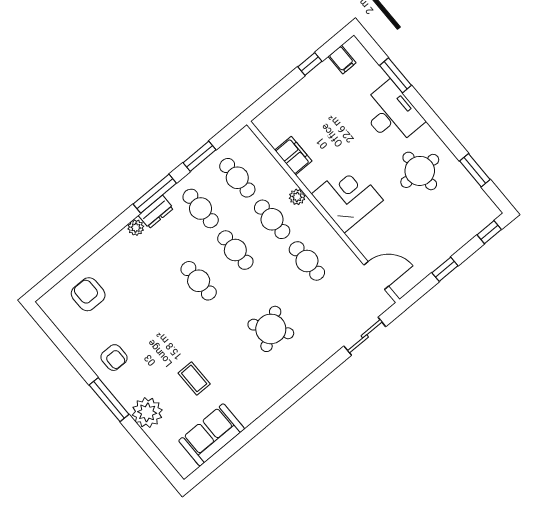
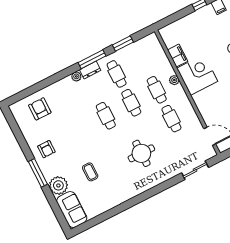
cafe table: (237, 178) -> (142, 61), removed
corner desk: (347, 197) -> (197, 75), moved
round table: (271, 329) -> (141, 153), turned 36
sofa: (212, 435) -> (72, 210), moved, turned 90

